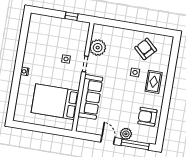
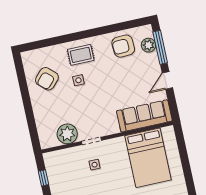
sofa: (90, 97) -> (144, 116), moved
armchair: (147, 117) -> (123, 46), turned 87
plant: (126, 134) -> (148, 45), moved

